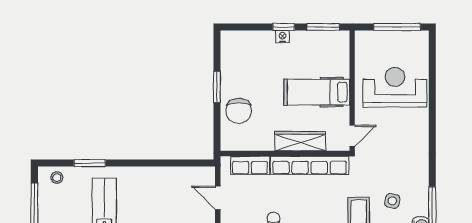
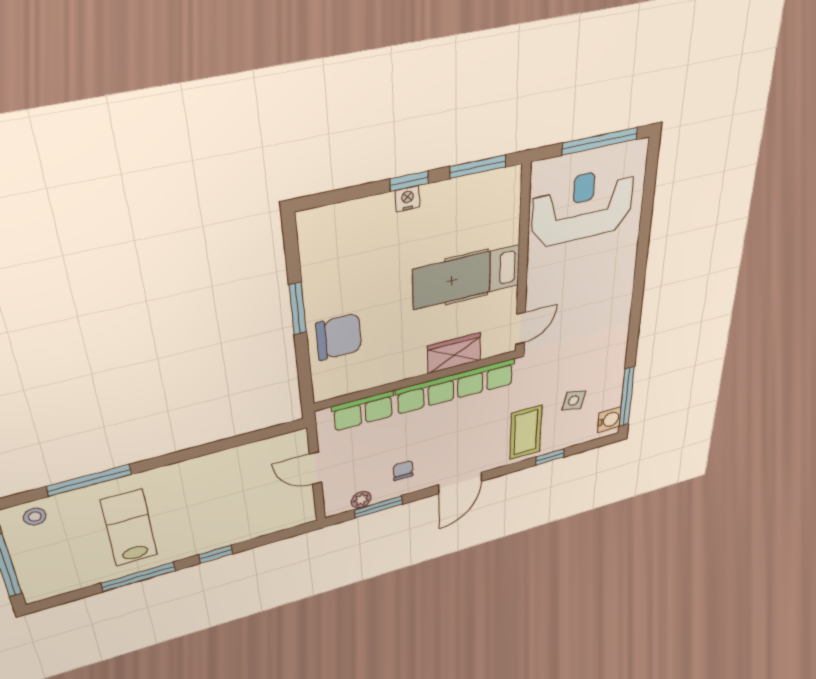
reception desk: (395, 87) -> (583, 207), moved
chair: (239, 111) -> (339, 337), turned -90
wardrobe: (300, 141) -> (454, 353), width x0.67
window: (90, 163) -> (89, 480), width x1.44

